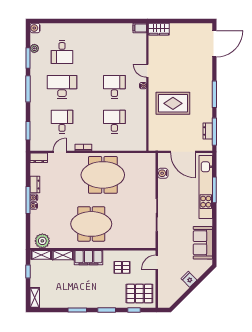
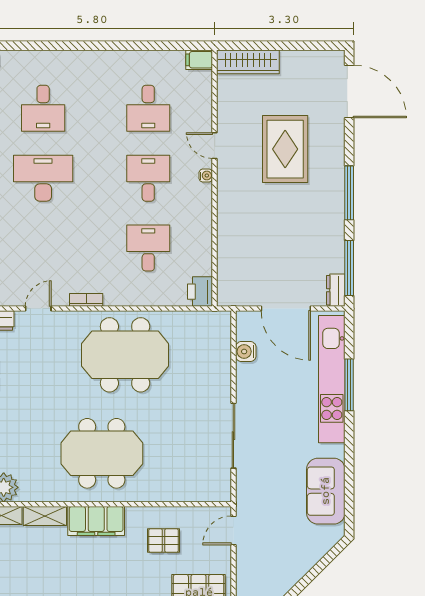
wardrobe: (159, 29) -> (248, 62), width x1.50
door: (214, 44) -> (349, 91), hinge flipped
rug: (173, 103) -> (285, 149), moved, turned 90
desk: (62, 122) -> (148, 108), moved, turned 180
dresser: (208, 131) -> (336, 290), moved
printer: (140, 143) -> (200, 292), added
fridge: (189, 279) -> (298, 564), removed

